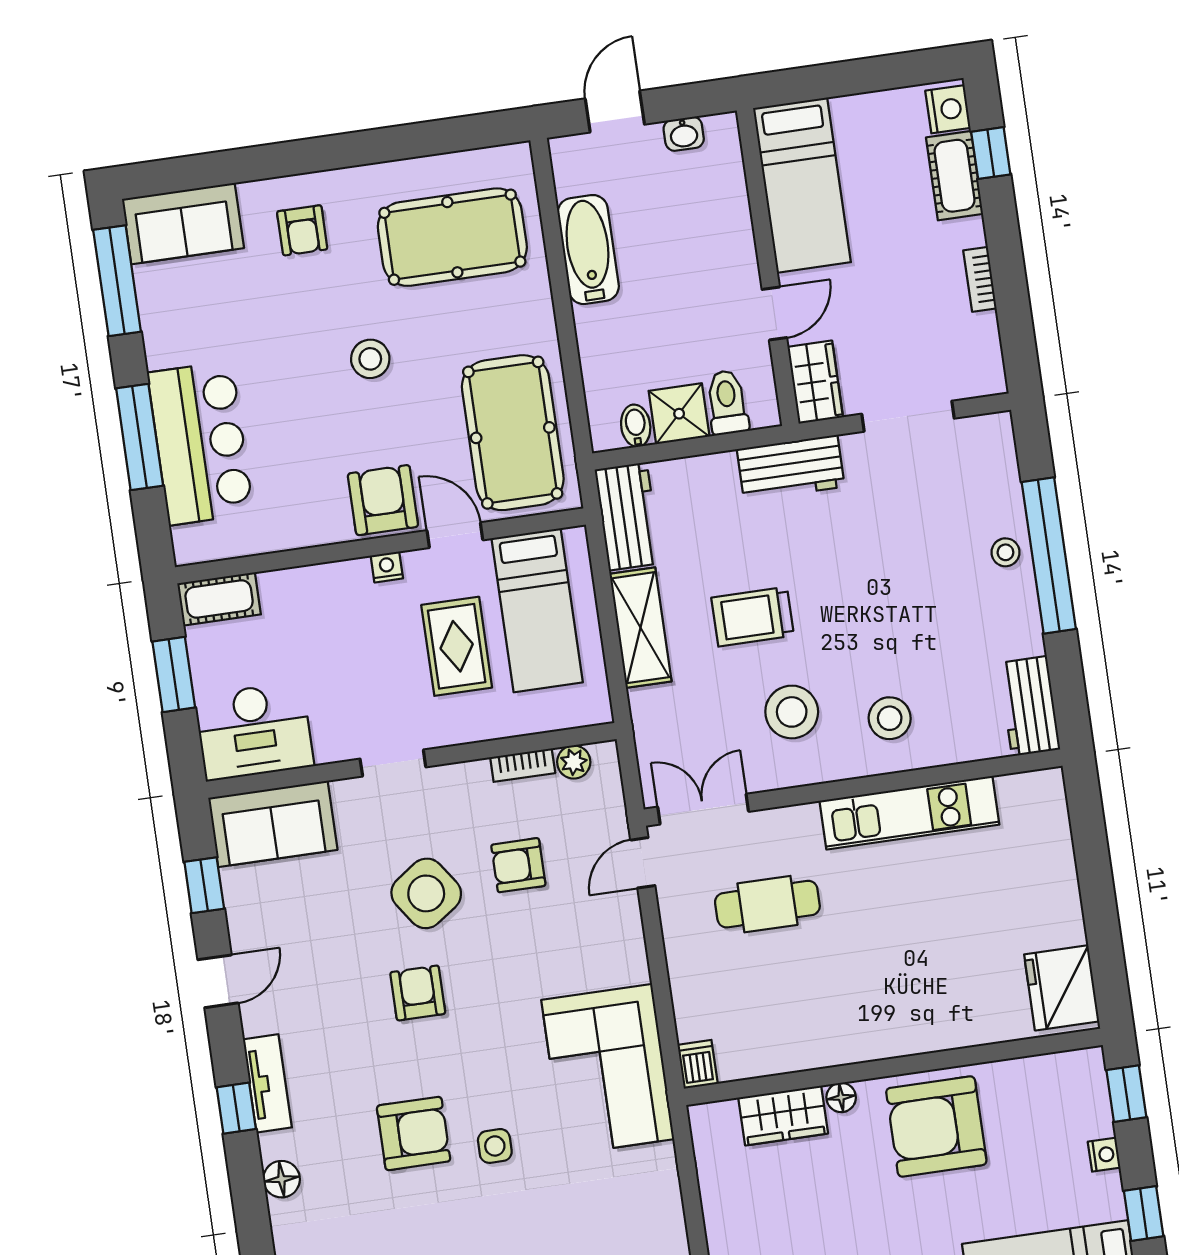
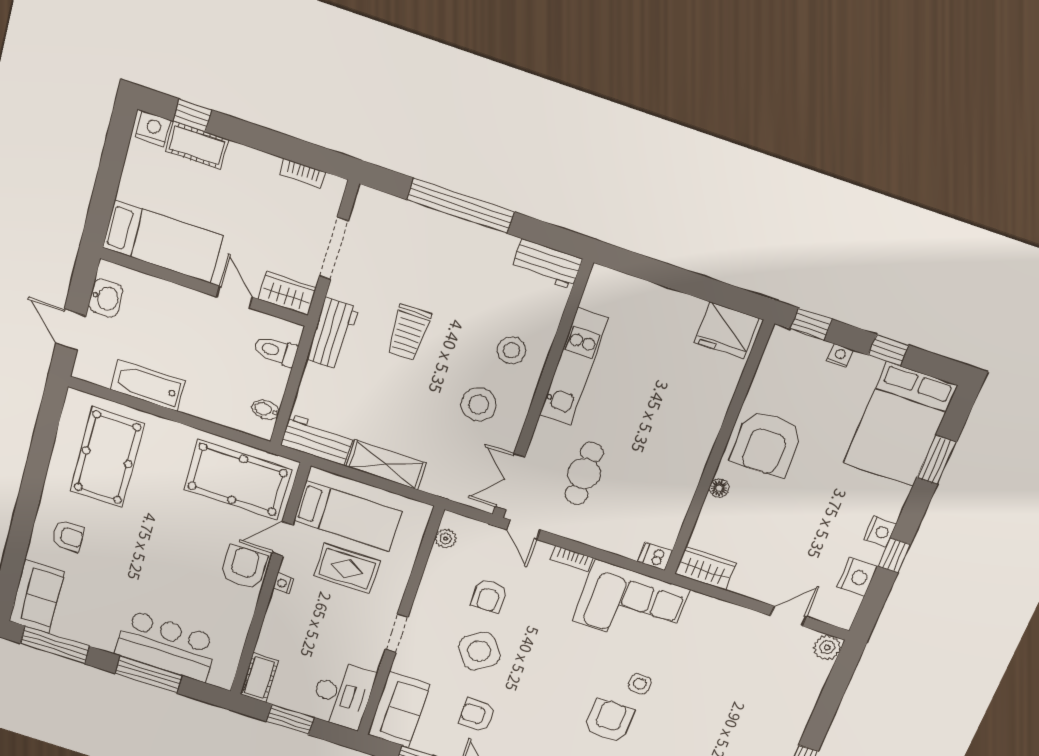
washbasin: (684, 134) -> (106, 298), width x1.38, depth x1.45
bookcase: (980, 279) -> (303, 173), moved
stool: (370, 359) -> (159, 535), removed
shower: (679, 414) -> (270, 382), removed
armchair: (383, 500) -> (244, 567), turned 90
stool: (1005, 552) -> (446, 231), removed
trolley: (753, 617) -> (409, 332), moved
bookcase: (523, 765) -> (572, 559), moved, turned 90
armchair: (418, 993) -> (477, 715), moved
wardrobe: (783, 1115) -> (706, 568), moved, turned -90

